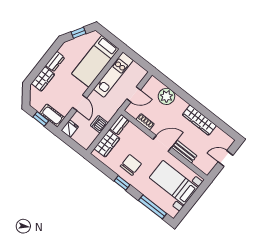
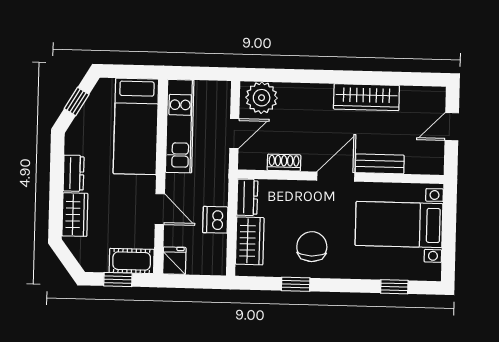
plant: (166, 96) -> (262, 98), moved
window: (122, 183) -> (296, 284), moved
window: (153, 207) -> (394, 287), width x0.46

